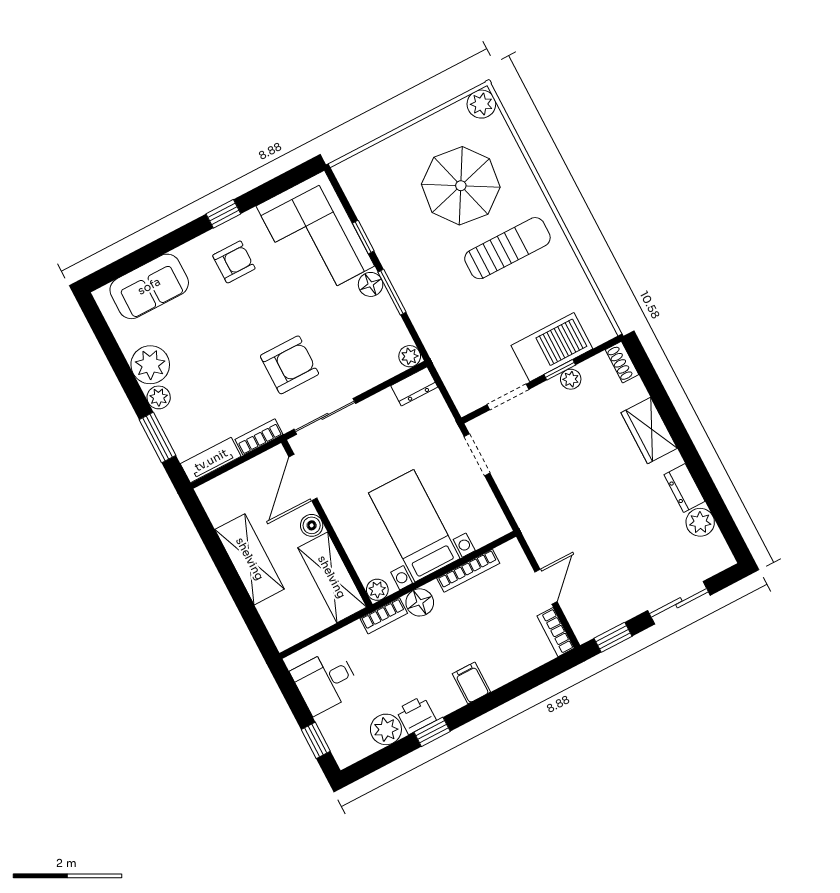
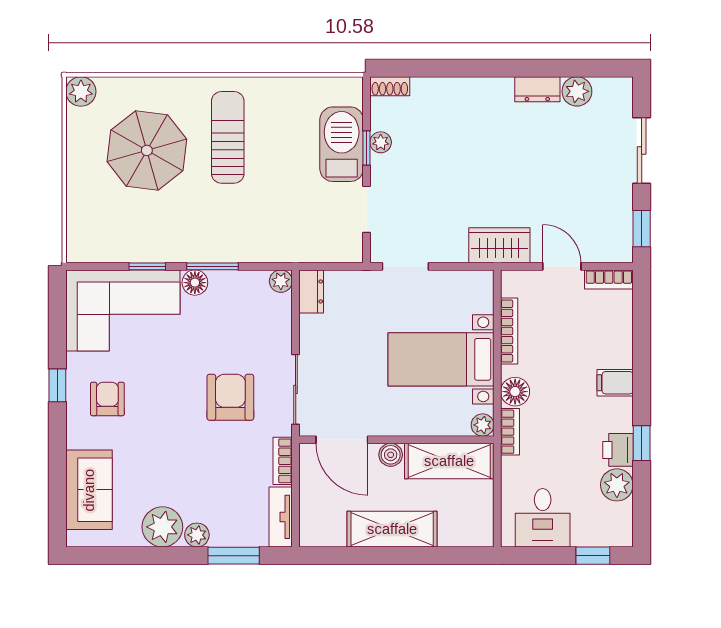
wardrobe: (649, 431) -> (499, 245), moved, turned 180

